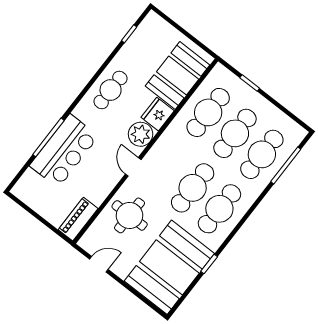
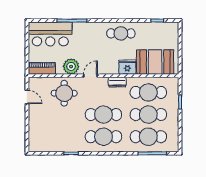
plant: (141, 134) -> (71, 66), moved
dresser: (166, 140) -> (117, 82), added
bar counter: (64, 151) -> (50, 34), moved
booth: (169, 267) -> (53, 134), removed

